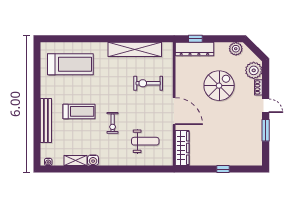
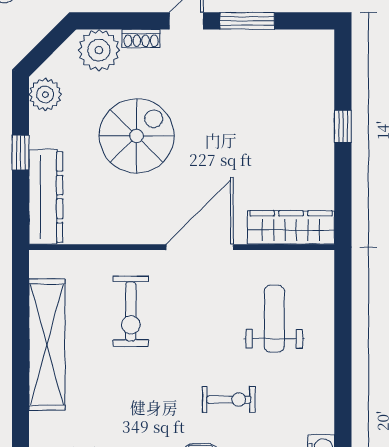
window: (195, 39) -> (21, 152), moved
spiral stairs: (219, 86) -> (137, 136), turned 90

